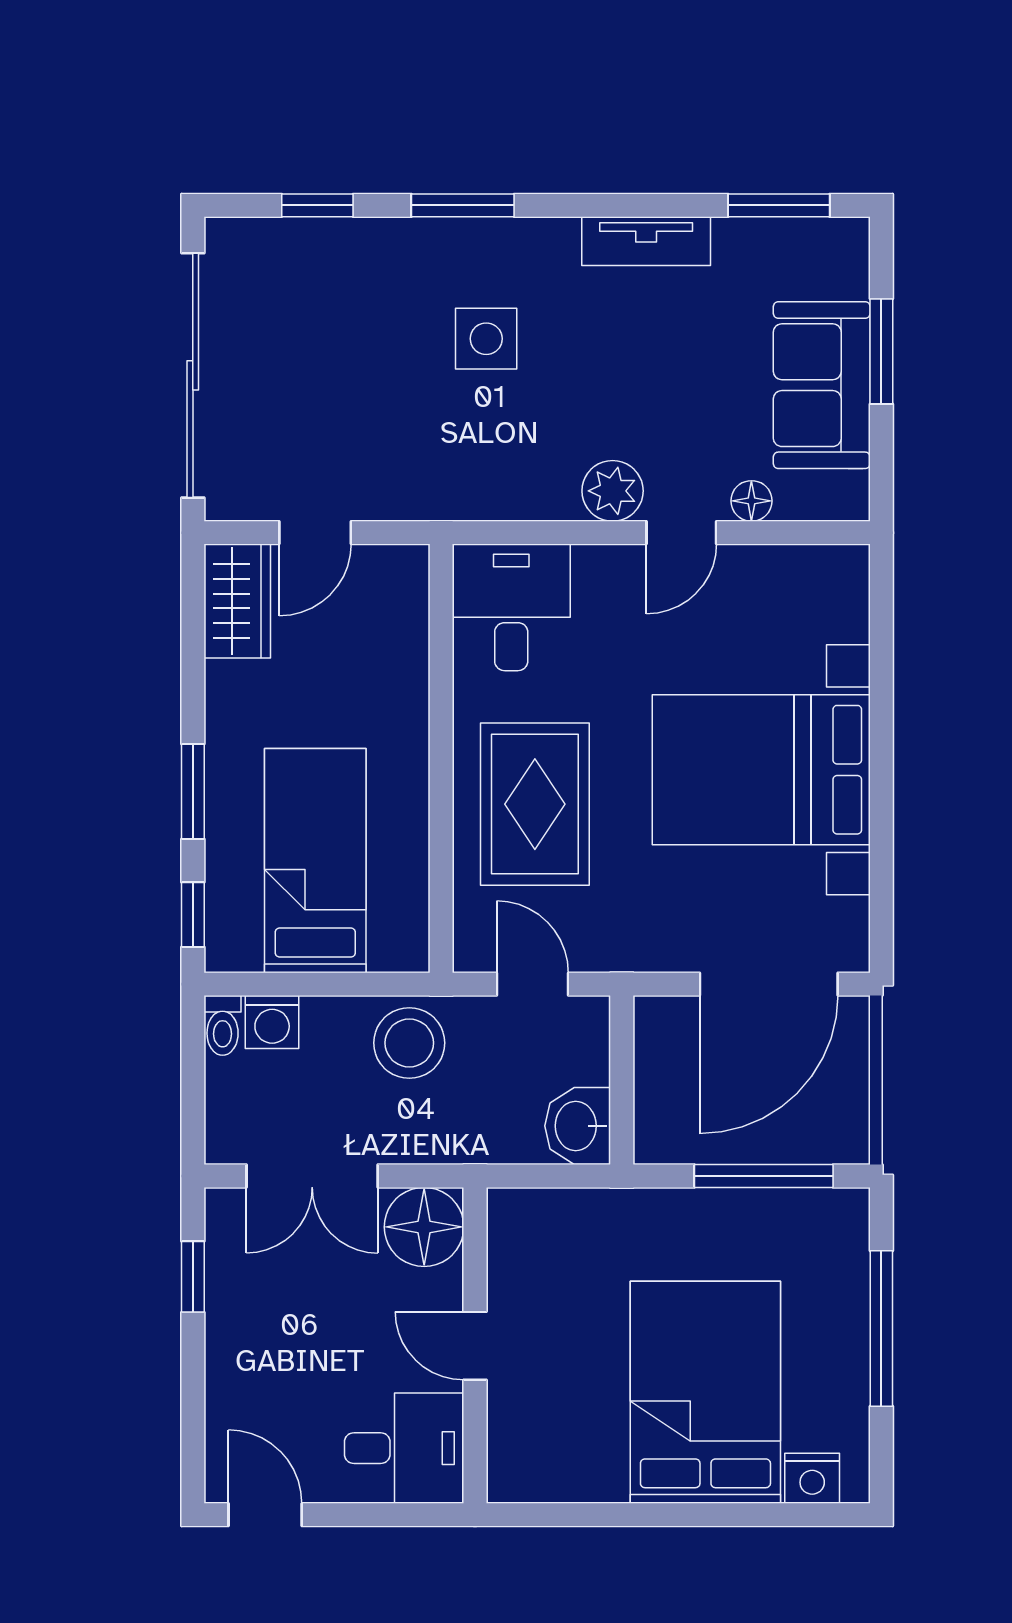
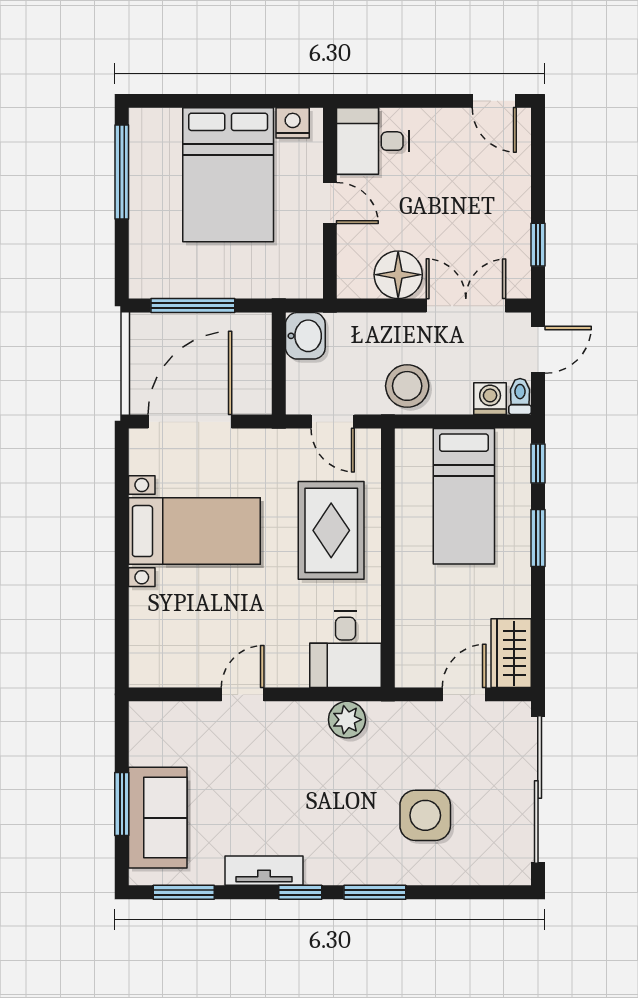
window: (317, 205) -> (300, 892), moved
side table: (486, 339) -> (425, 815), moved, width x1.37, depth x1.37
sofa: (822, 385) -> (158, 818), moved
plant: (613, 491) -> (347, 720), moved
floor lamp: (751, 501) -> (200, 714), removed
bed with nightstands: (761, 770) -> (194, 531), width x0.73
door: (193, 1103) -> (538, 350), added
window: (881, 1328) -> (122, 172), moved
wall: (475, 1345) -> (330, 203), moved
door: (475, 1346) -> (330, 203), moved
desk: (404, 1448) -> (373, 141), moved
nightstand: (812, 1478) -> (293, 123), moved

